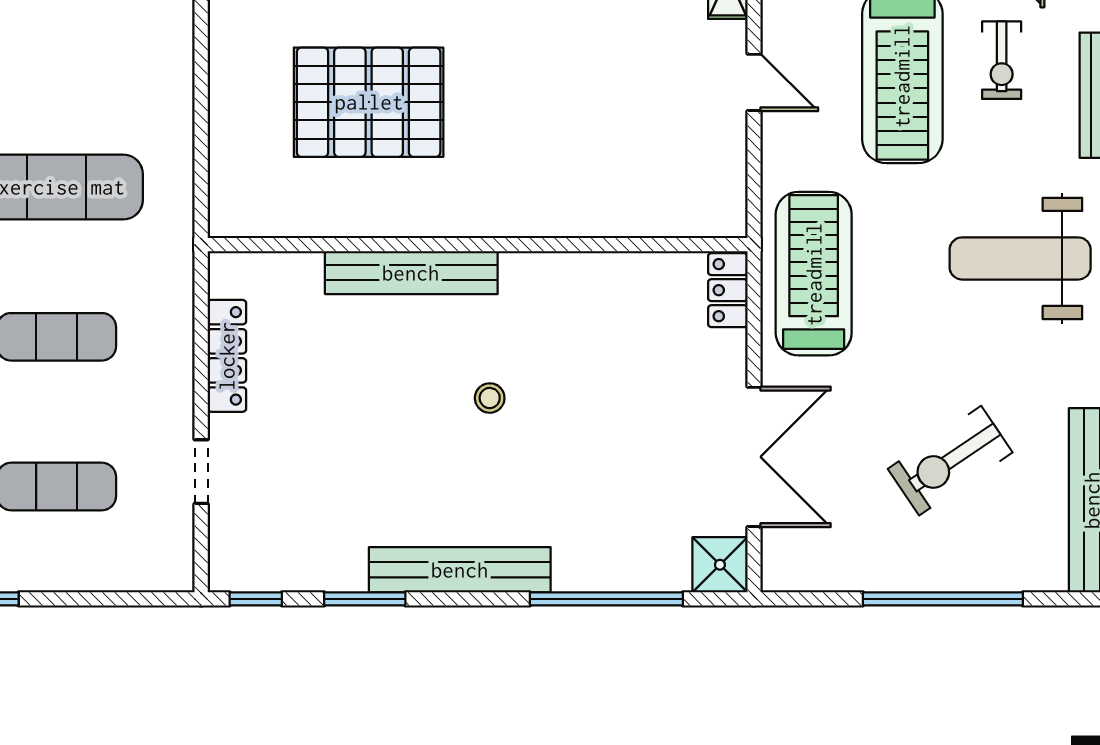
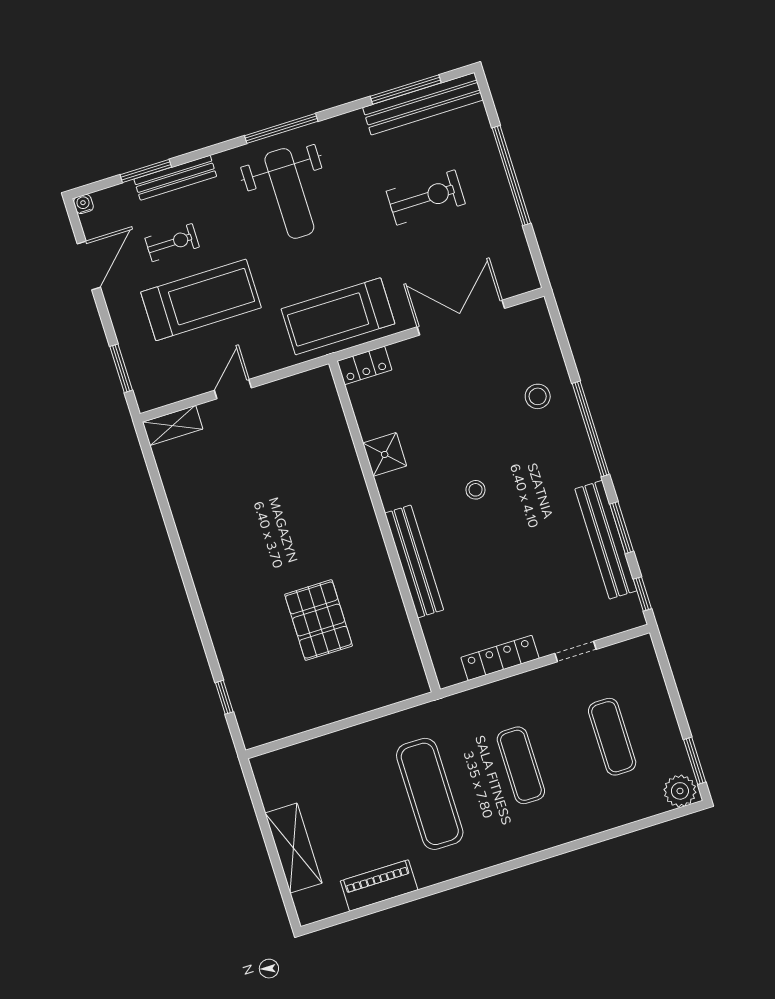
pallet: (369, 102) -> (319, 620), width x0.73, depth x0.71
exercise bike: (950, 461) -> (426, 198), turned -56
stool: (600, 535) -> (538, 396), added
shower: (720, 565) -> (385, 454), moved
bench: (460, 570) -> (606, 540), moved
window: (606, 599) -> (591, 429), moved

